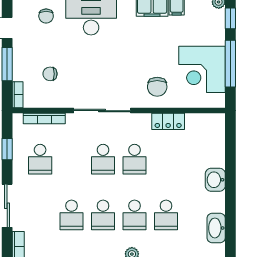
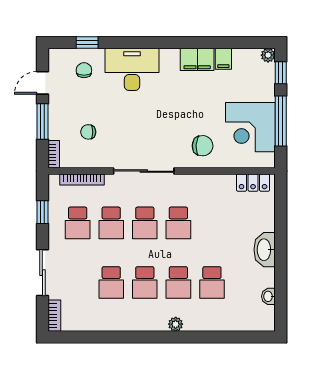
chair: (46, 16) -> (84, 70), turned 180
chair: (157, 87) -> (203, 146), turned -87
locker: (168, 121) -> (253, 183), moved
school desk: (72, 159) -> (111, 223), added
washbasin: (215, 180) -> (265, 250), width x1.38
washbasin: (216, 228) -> (268, 296), width x0.52, depth x0.69

